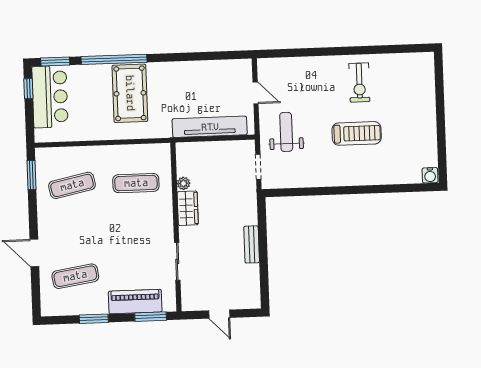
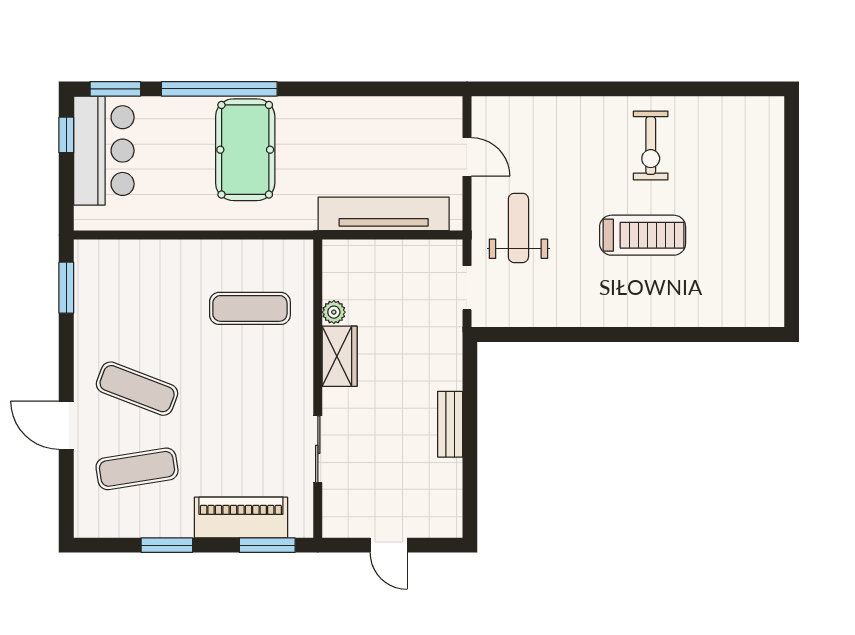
water cooler: (430, 175) -> (769, 314), removed
exercise mat: (72, 185) -> (137, 389), moved, turned 33

